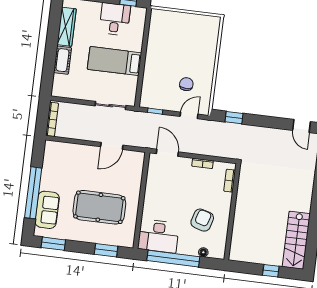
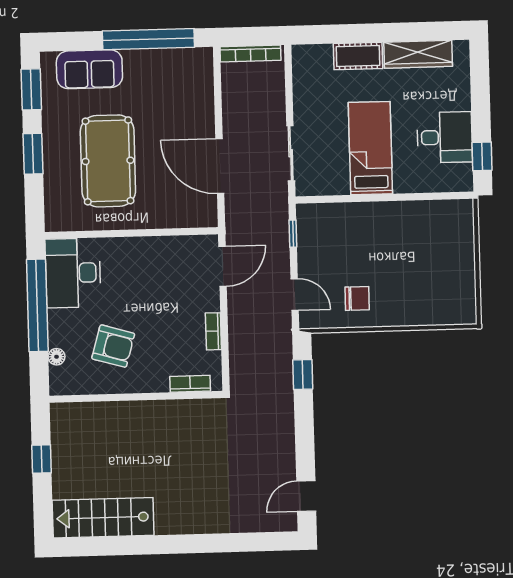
chair: (186, 84) -> (357, 298), moved
door: (112, 146) -> (220, 166), width x1.36
window: (33, 193) -> (148, 39), moved
window: (106, 250) -> (33, 154), moved
window: (271, 271) -> (42, 459), moved

